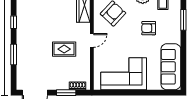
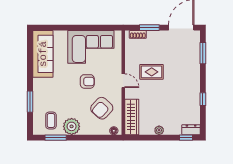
armchair: (149, 28) -> (87, 81), moved
door: (92, 40) -> (123, 81), swing flipped
window: (14, 54) -> (203, 53), moved

